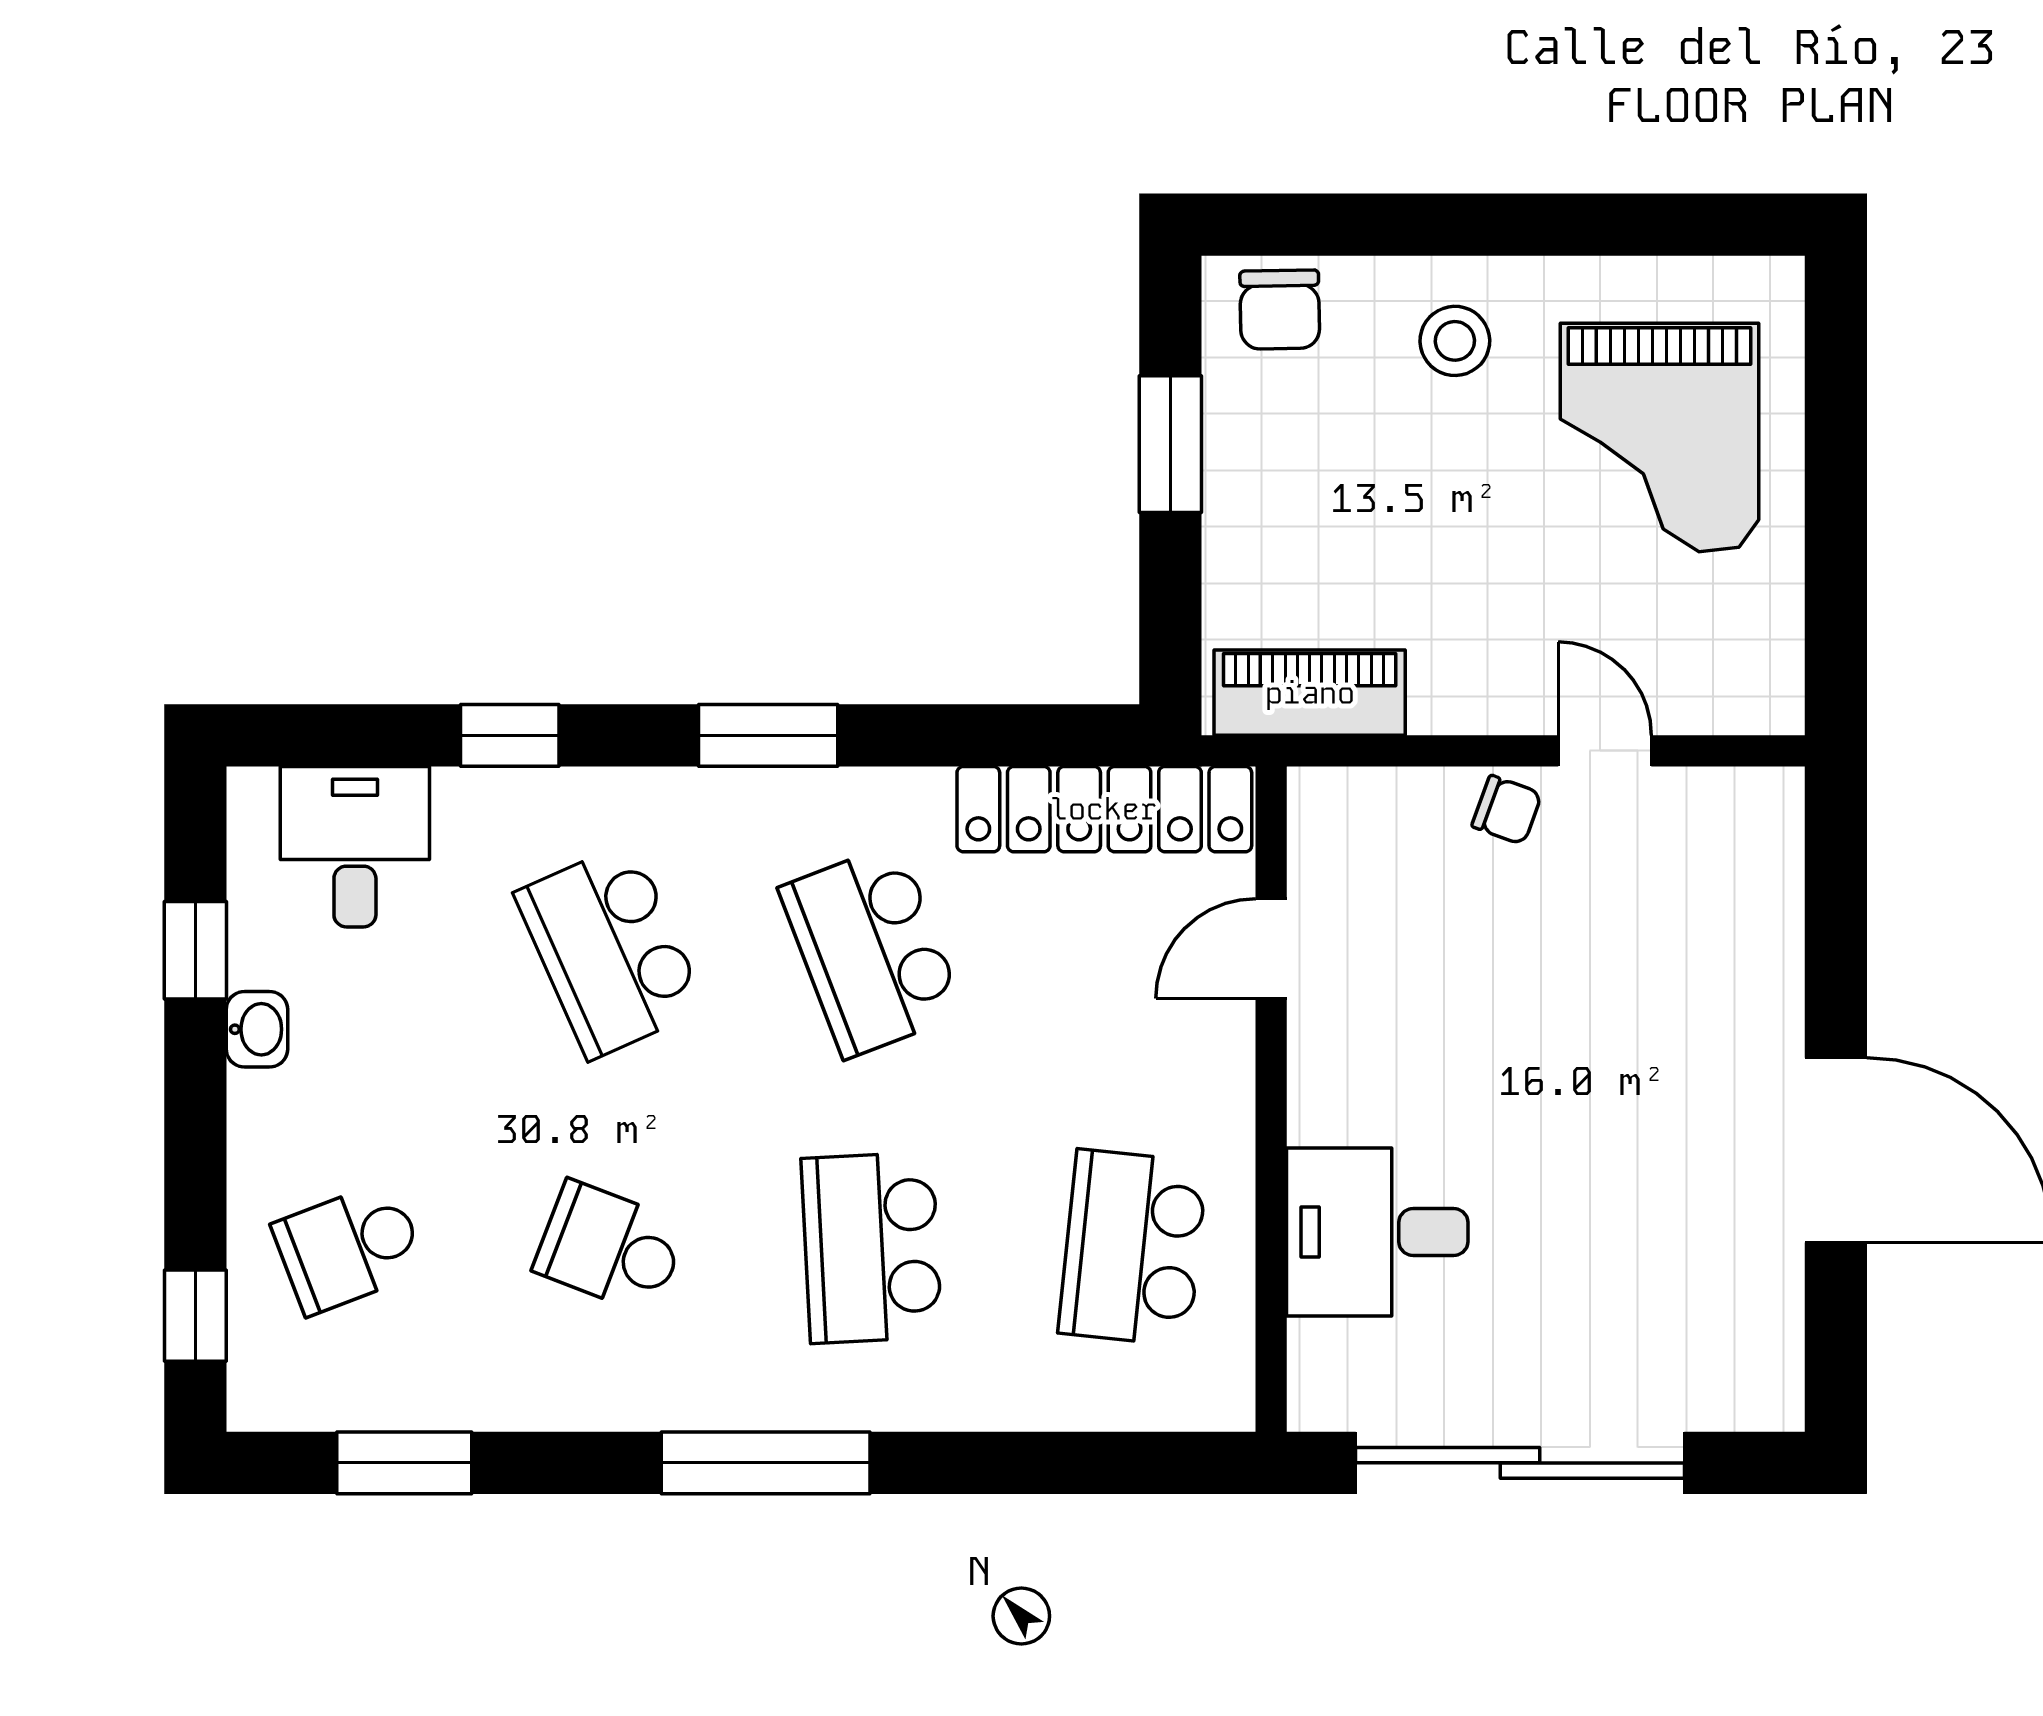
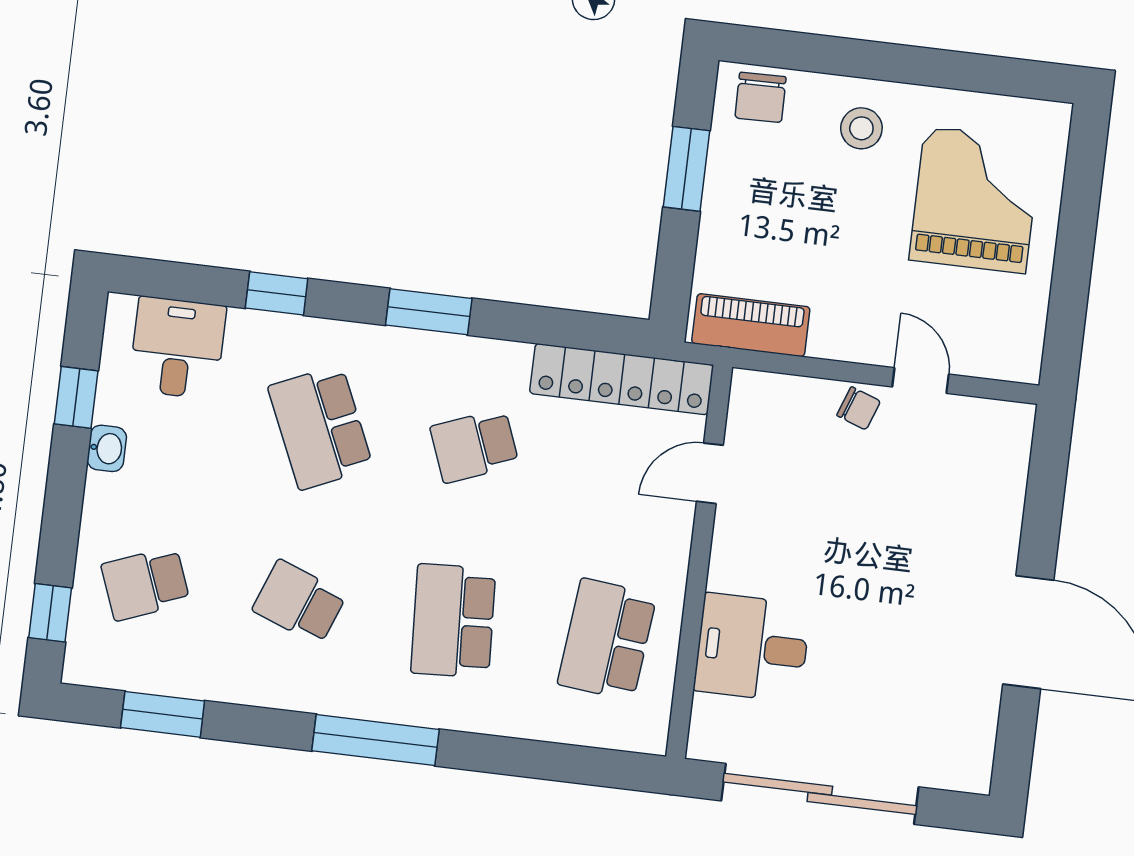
grand piano: (1660, 438) -> (975, 200), turned 180
school desk: (872, 951) -> (474, 446), width x0.54

